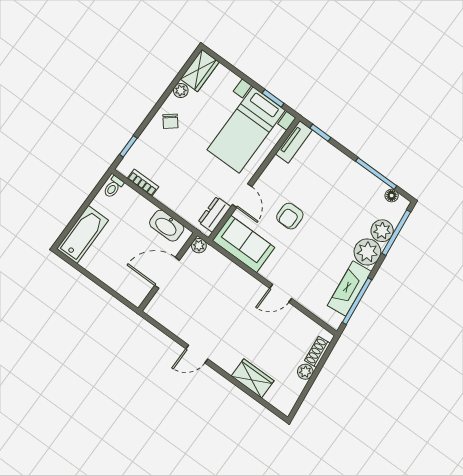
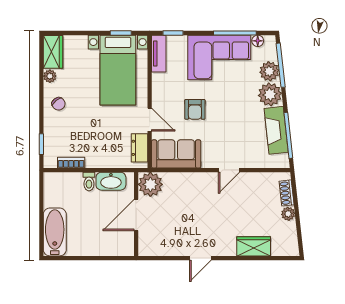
corner sofa: (346, 185) -> (219, 57), added
toilet: (113, 187) -> (89, 181), moved
plant: (199, 246) -> (150, 184), width x1.88, depth x1.88

